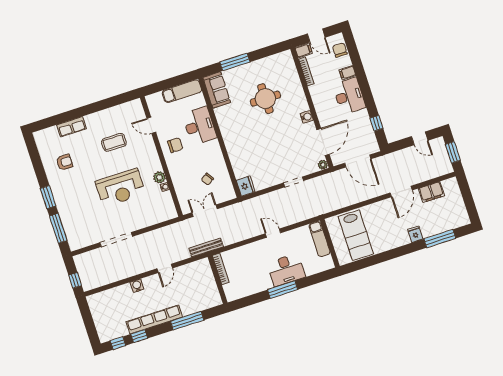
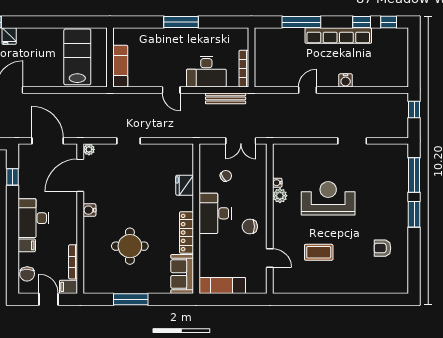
window: (235, 62) -> (131, 299), moved
locker: (224, 124) -> (187, 232), added
desk: (200, 126) -> (215, 213), moved
row of seats: (72, 127) -> (361, 286), removed
fridge: (246, 186) -> (185, 185), moved
doorway: (116, 239) -> (352, 141), width x0.73
bench: (206, 247) -> (226, 98), moved
desk: (286, 270) -> (206, 72), moved, turned 180

